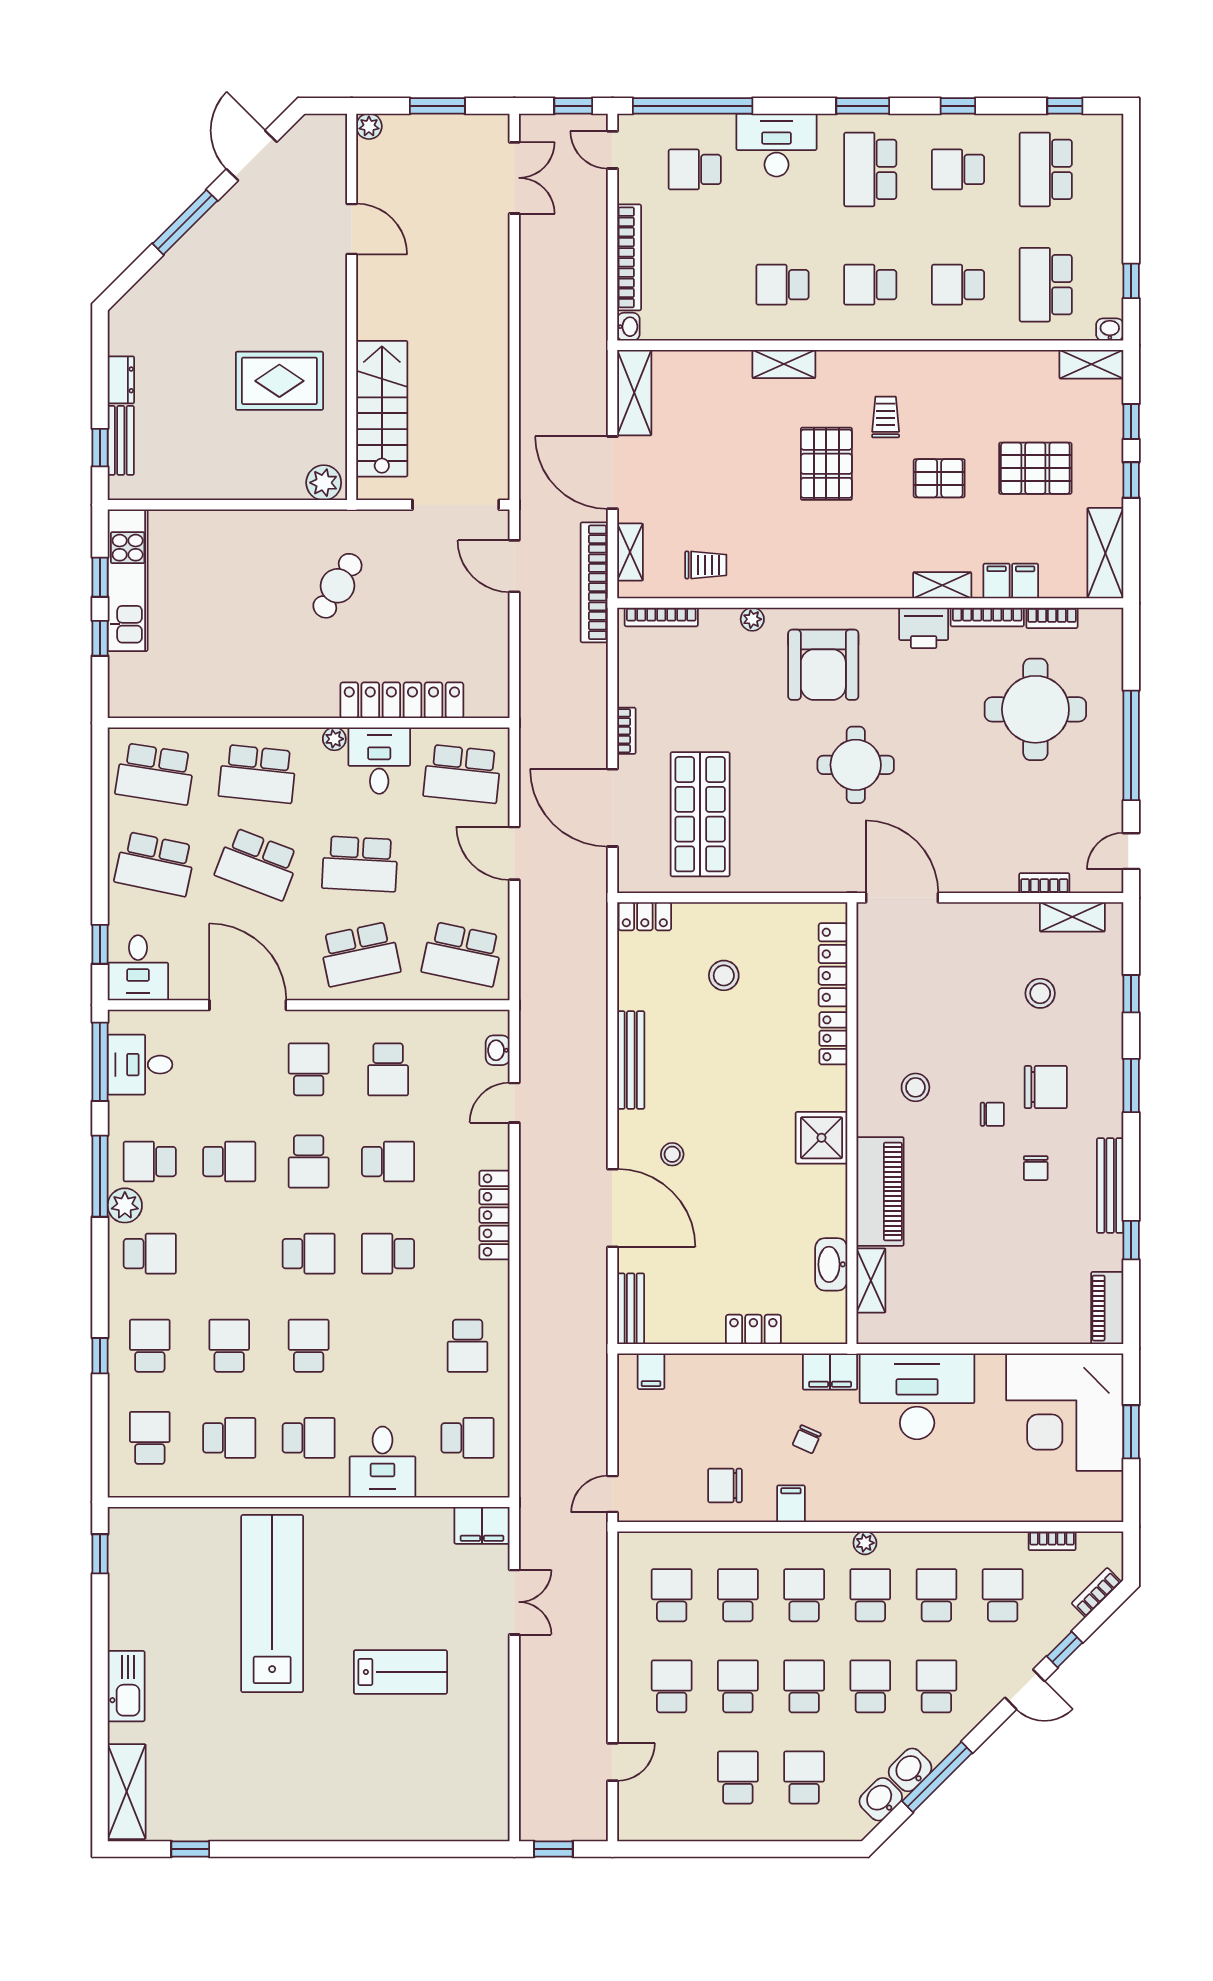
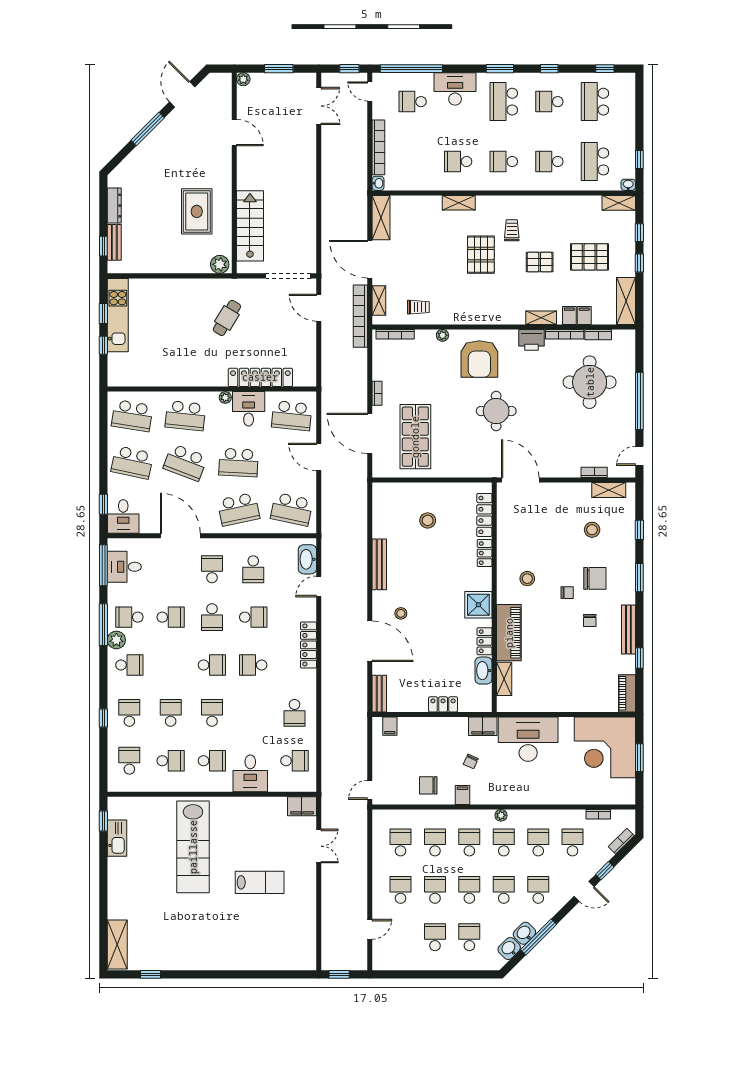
dresser: (121, 380) -> (114, 206), width x1.44
rug: (279, 381) -> (197, 211), turned 90
locker: (645, 916) -> (485, 641), moved, turned 90
washbasin: (498, 1050) -> (307, 559), width x1.91, depth x1.45
lab bench: (272, 1604) -> (193, 847), turned 180
kitchen sink: (126, 1686) -> (117, 838), moved

